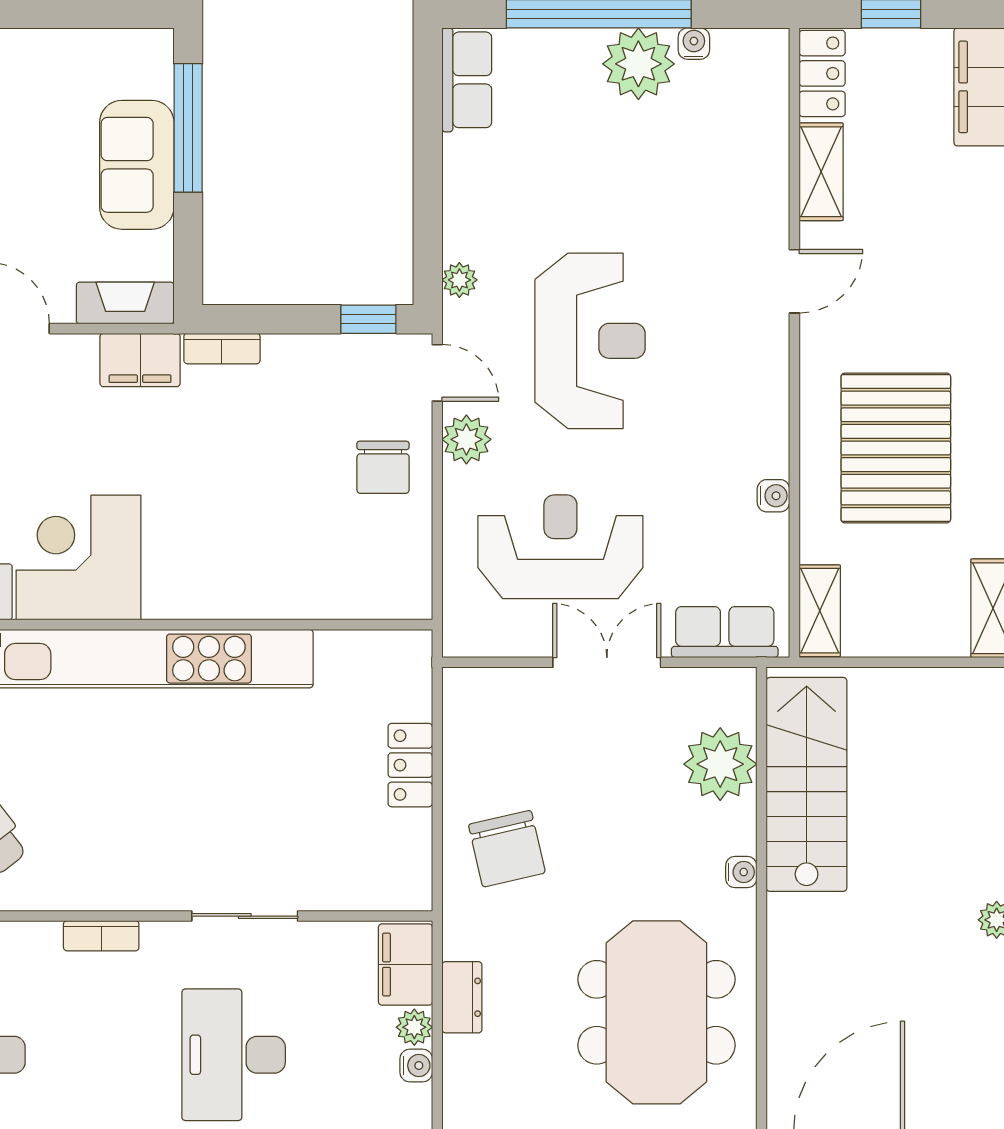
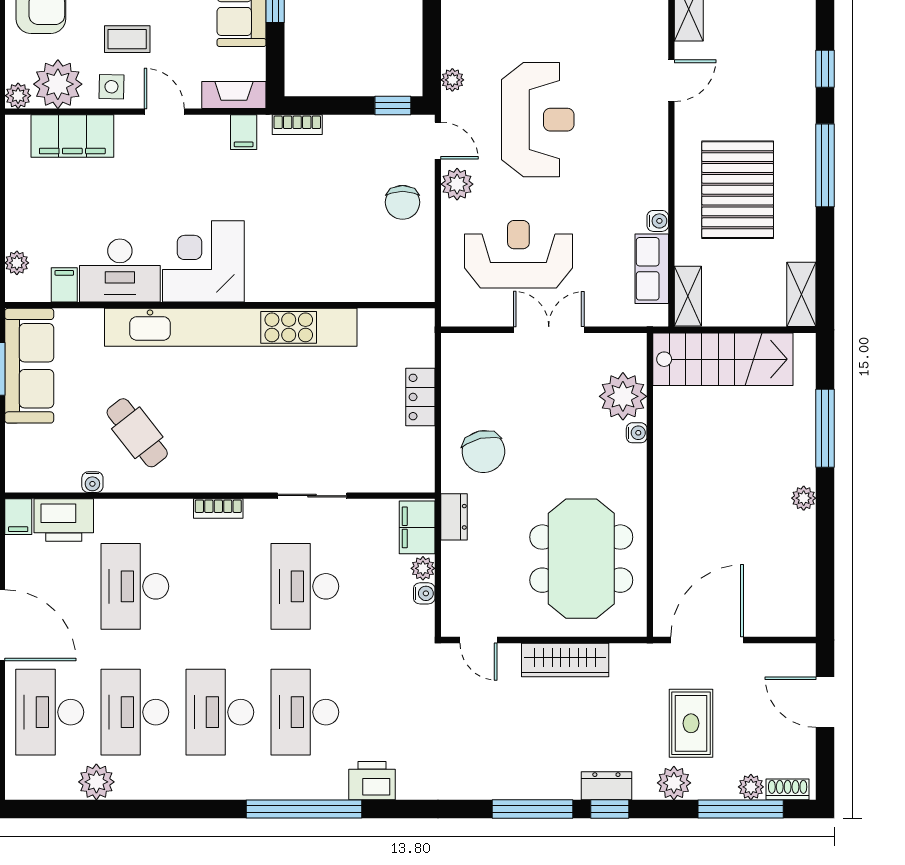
filing cabinet: (140, 360) -> (244, 132), width x0.50
row of seats: (725, 632) -> (652, 269), moved, turned -90
stairs: (807, 784) -> (723, 359), moved, turned 90
water cooler: (741, 872) -> (637, 433), moved
dresser: (462, 997) -> (454, 517), moved

